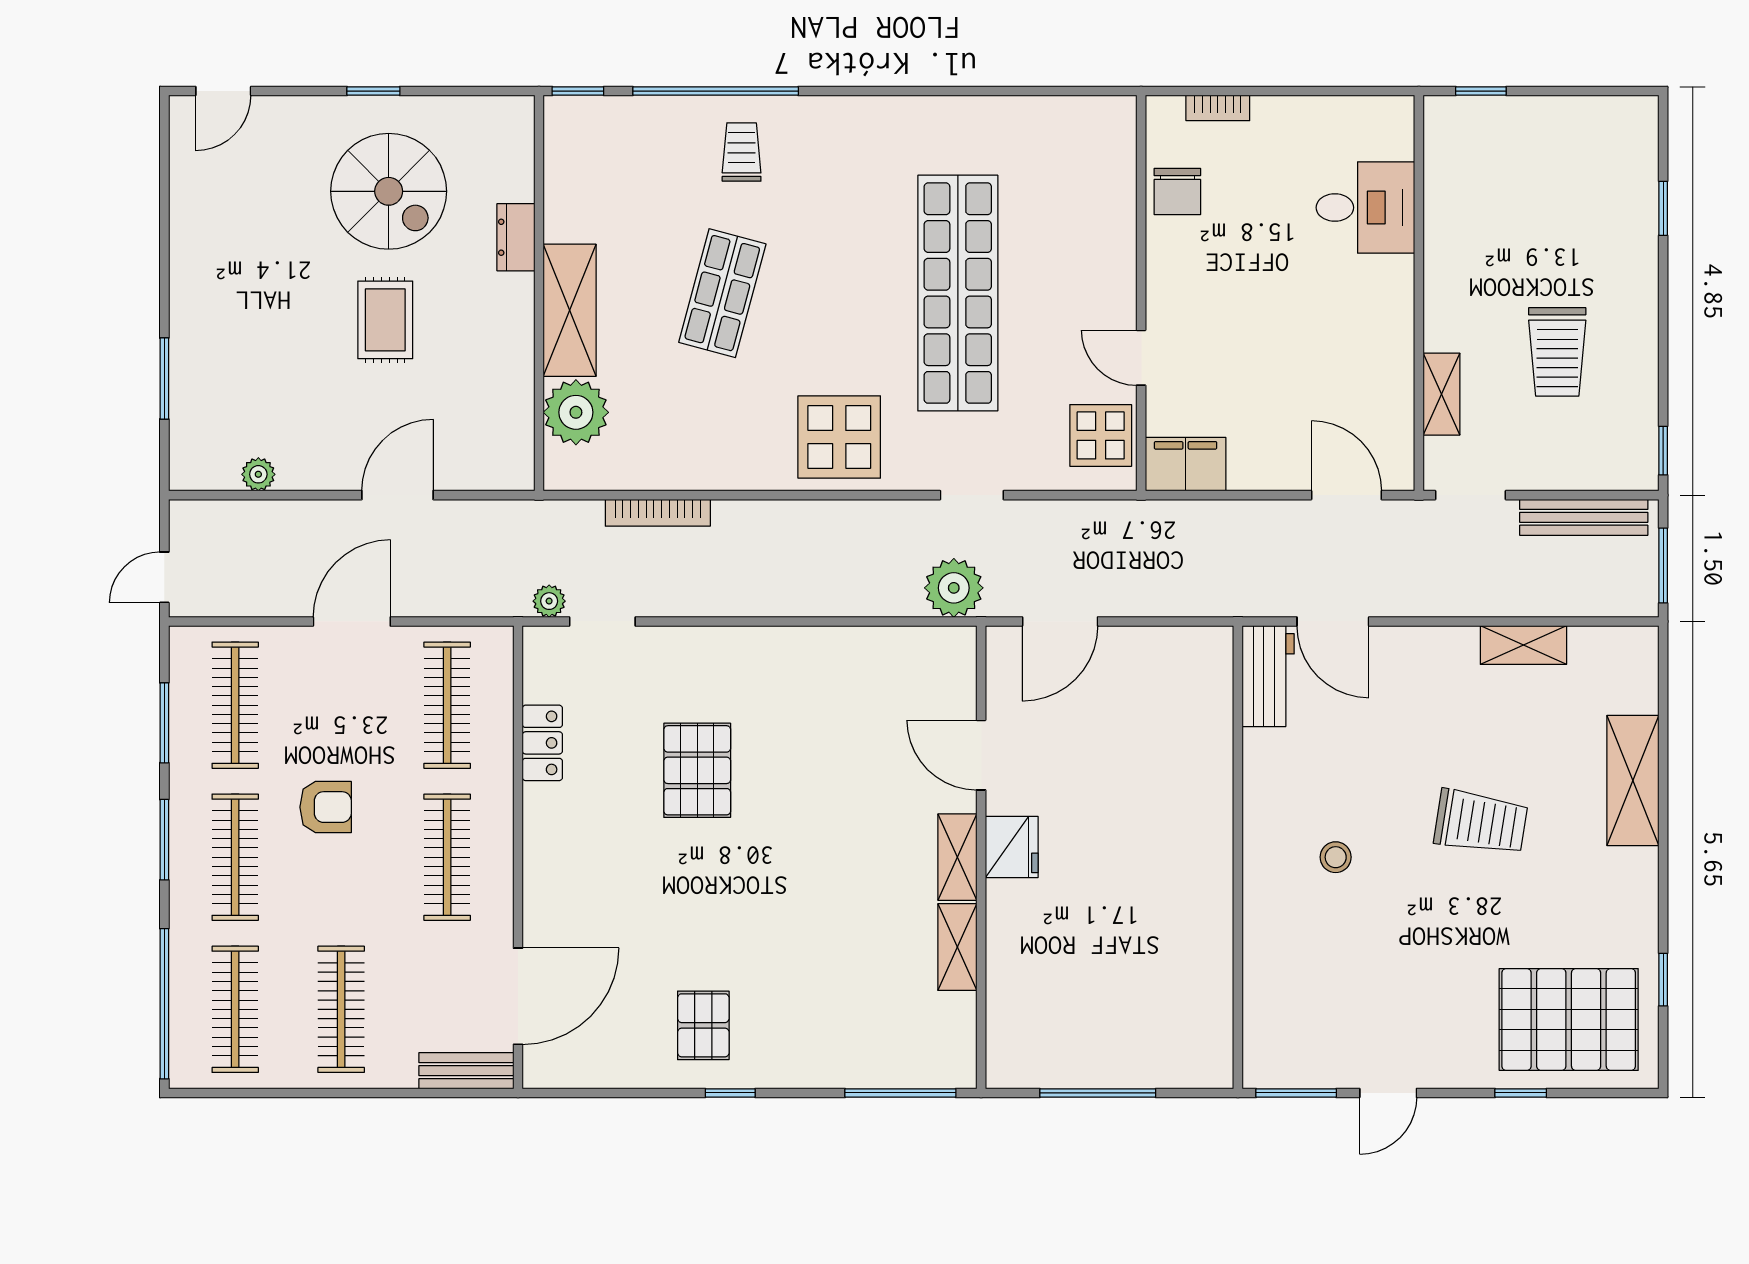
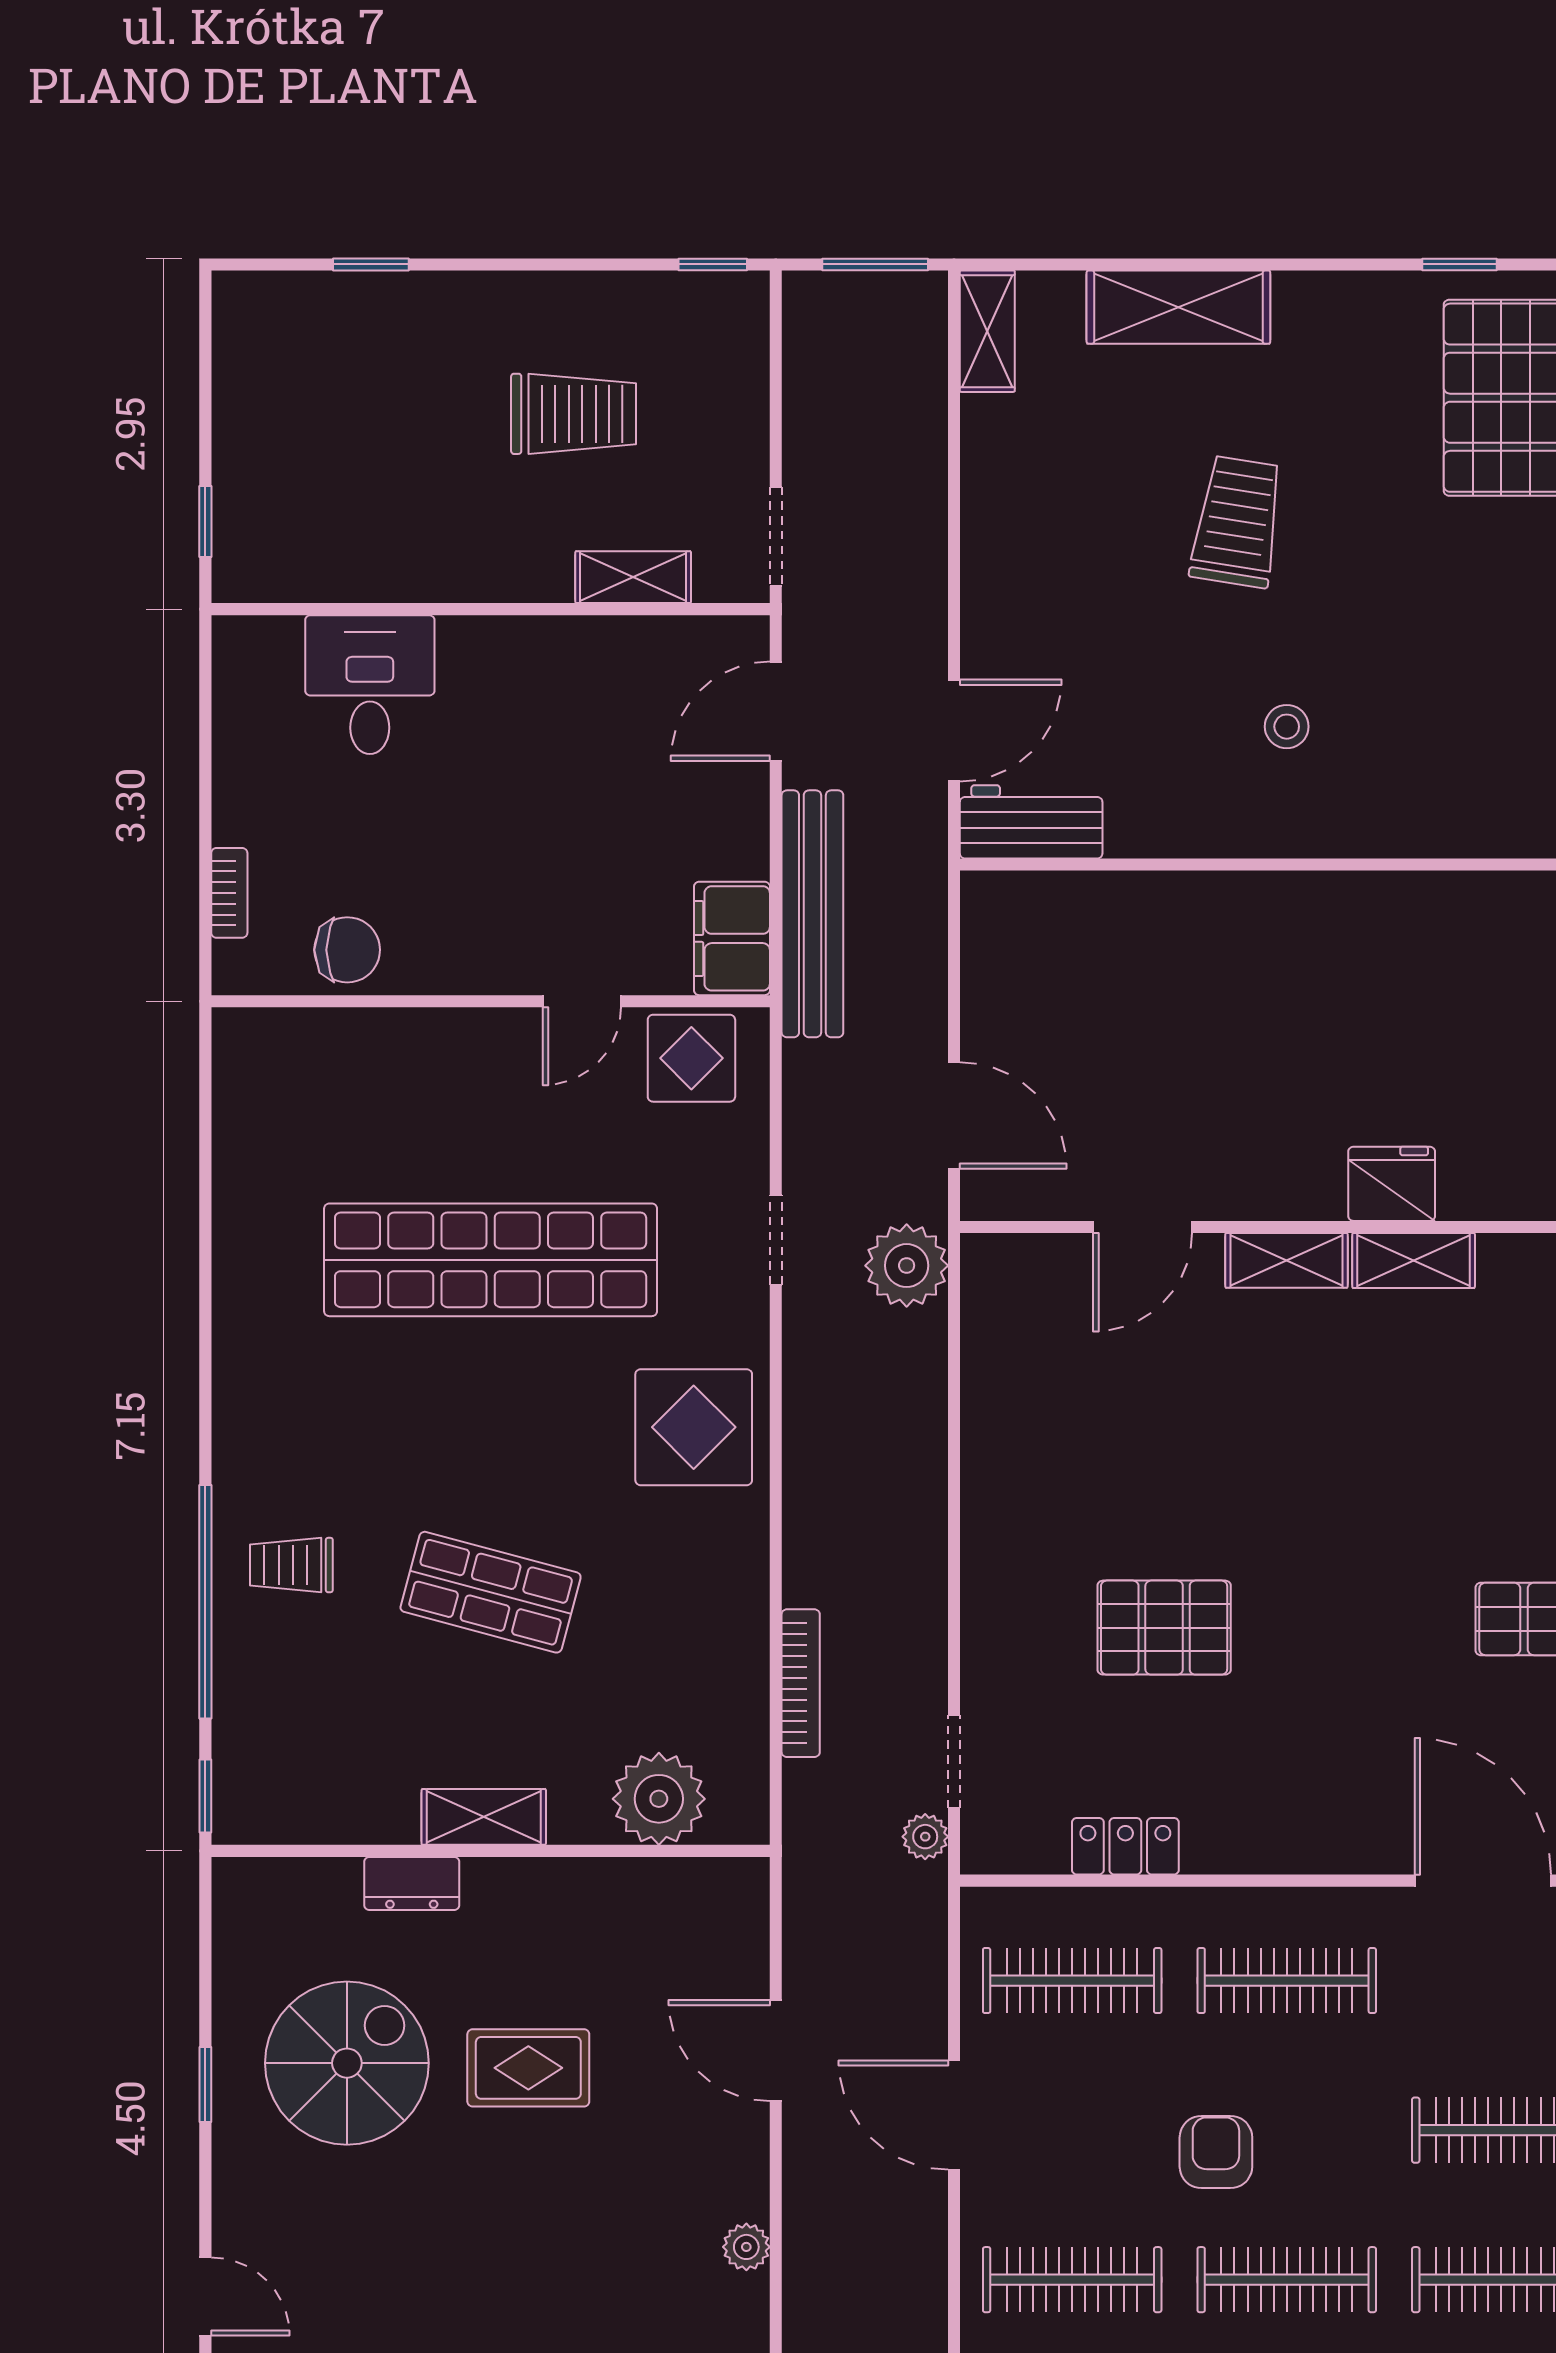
shelving: (570, 310) -> (484, 1817), width x0.67, depth x0.75
bench: (1584, 517) -> (812, 914), moved, width x1.37, depth x1.21
shelving: (1523, 645) -> (987, 331), moved
fridge: (1012, 847) -> (1392, 1184), moved

